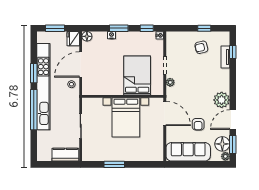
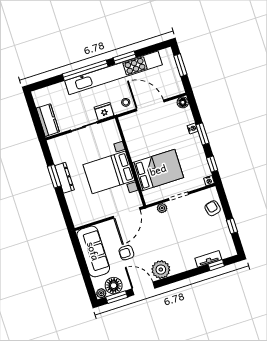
fridge: (73, 39) -> (104, 111), moved
armchair: (201, 47) -> (213, 208), moved
dresser: (118, 156) -> (64, 178), added

